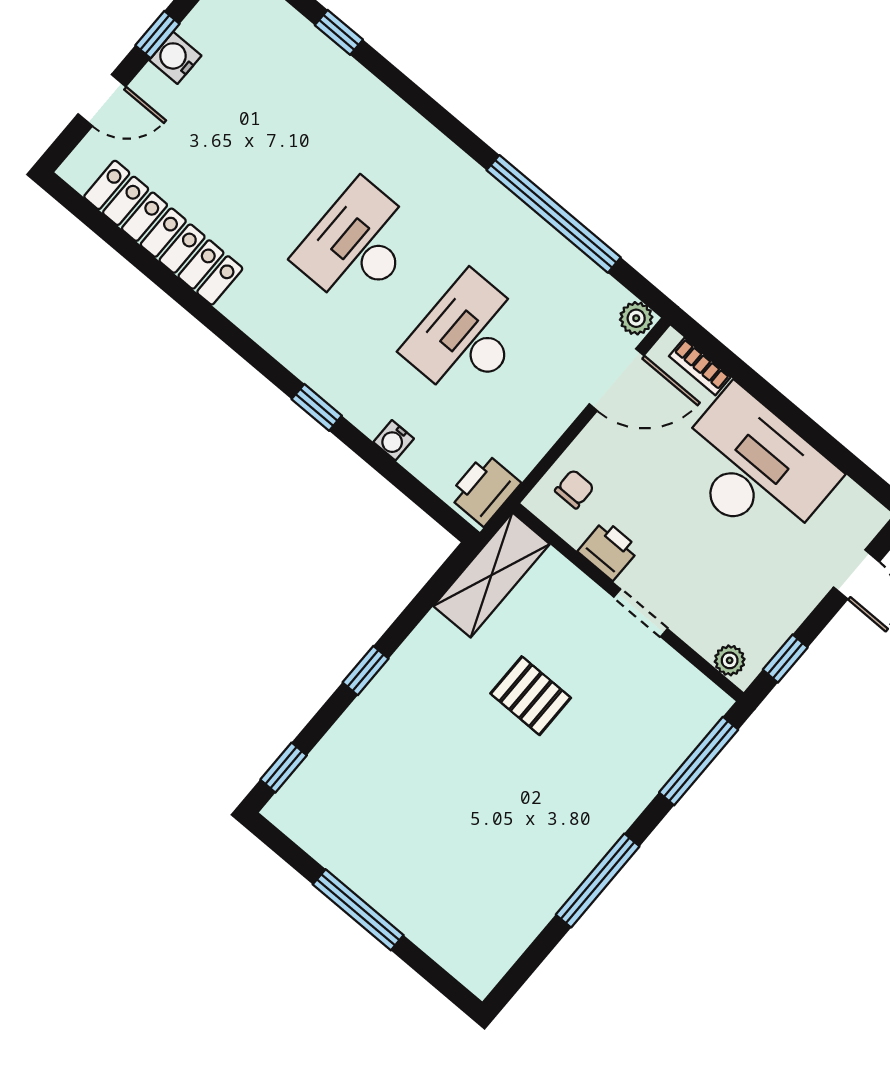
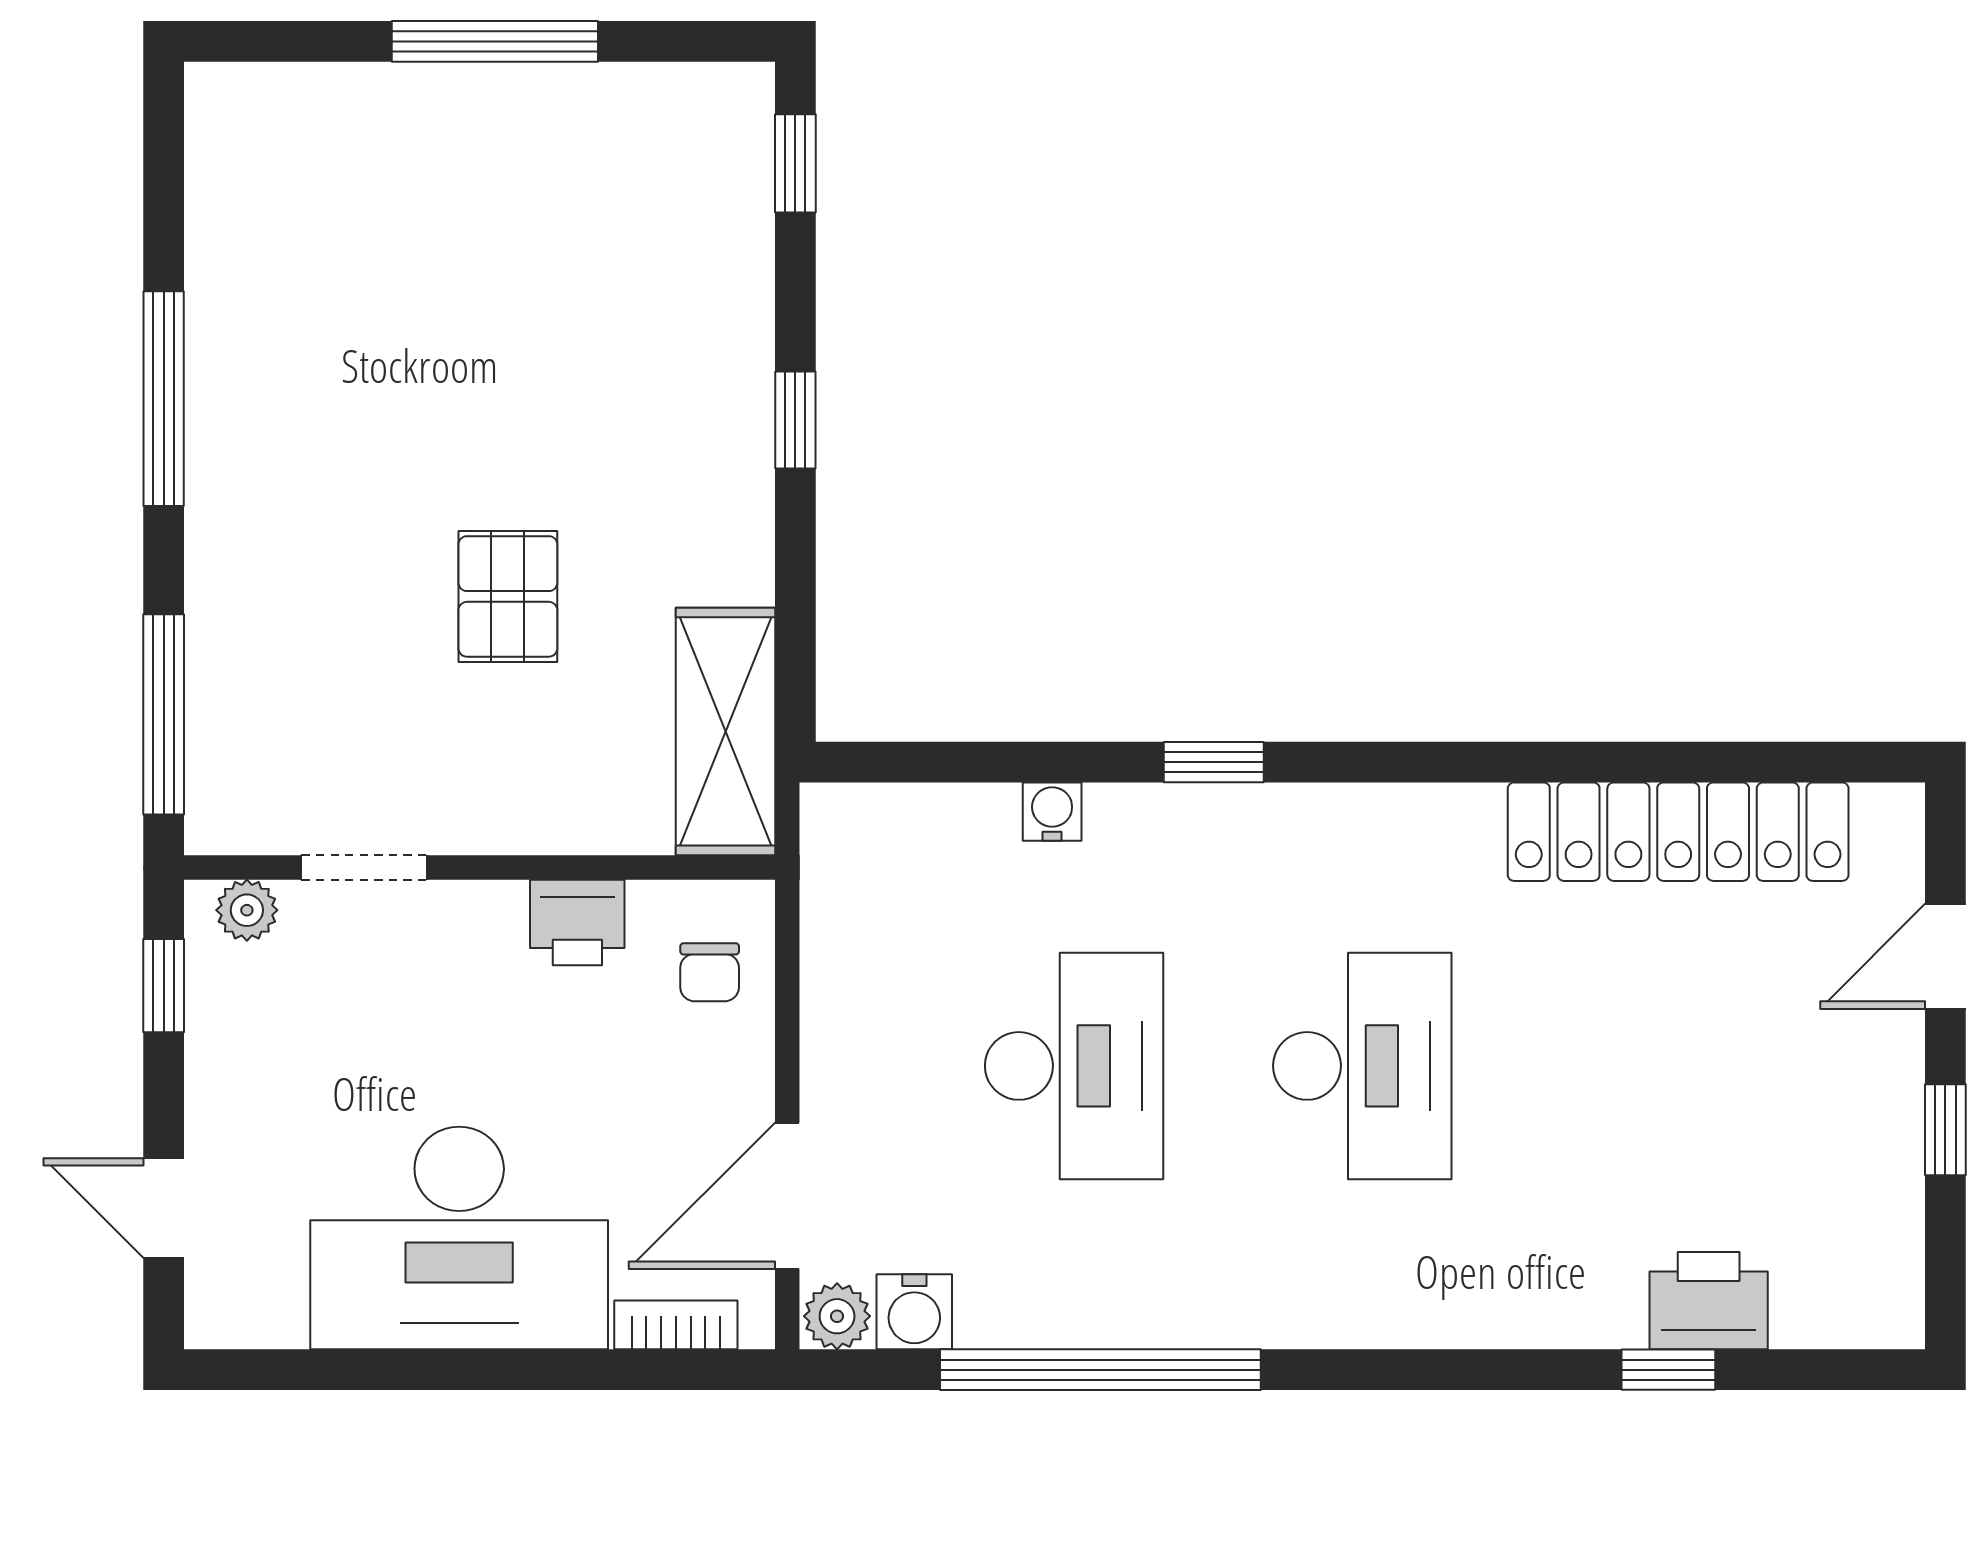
water cooler: (175, 58) -> (914, 1312), moved, turned 90
printer: (484, 489) -> (1709, 1301), moved, turned -90
doorway: (641, 613) -> (364, 867), moved
pallet: (531, 696) -> (508, 596), turned 90

